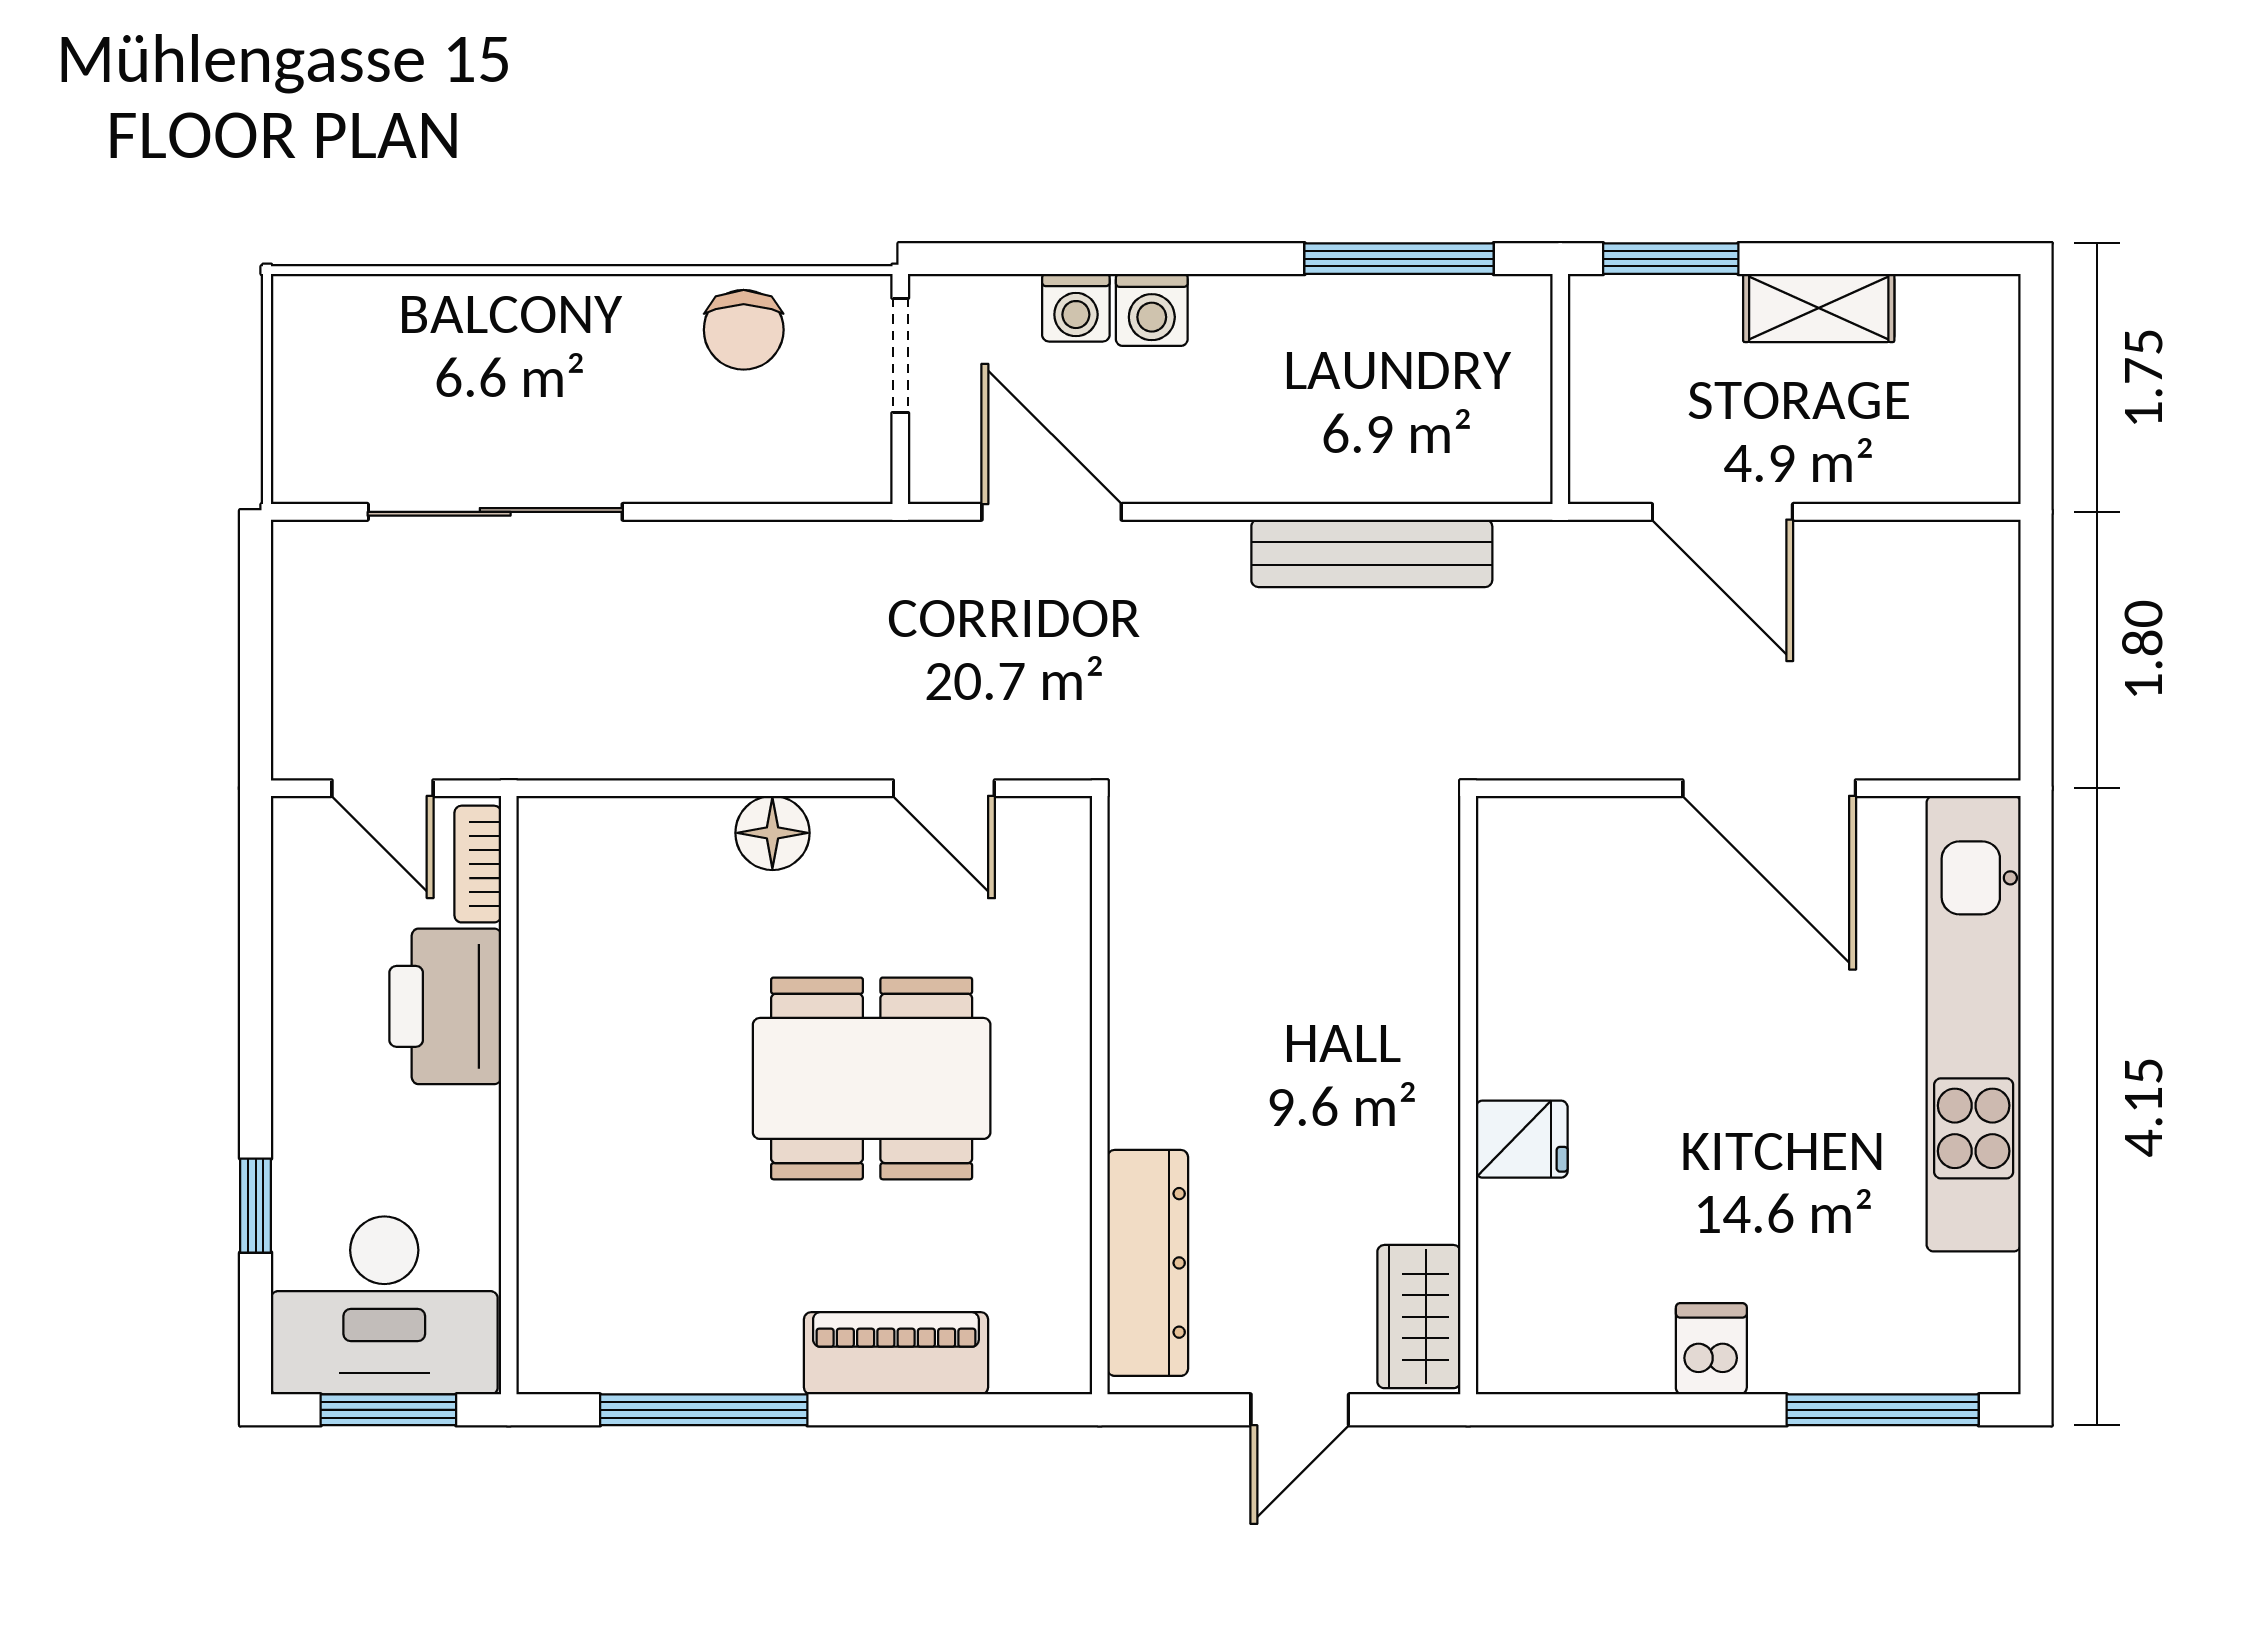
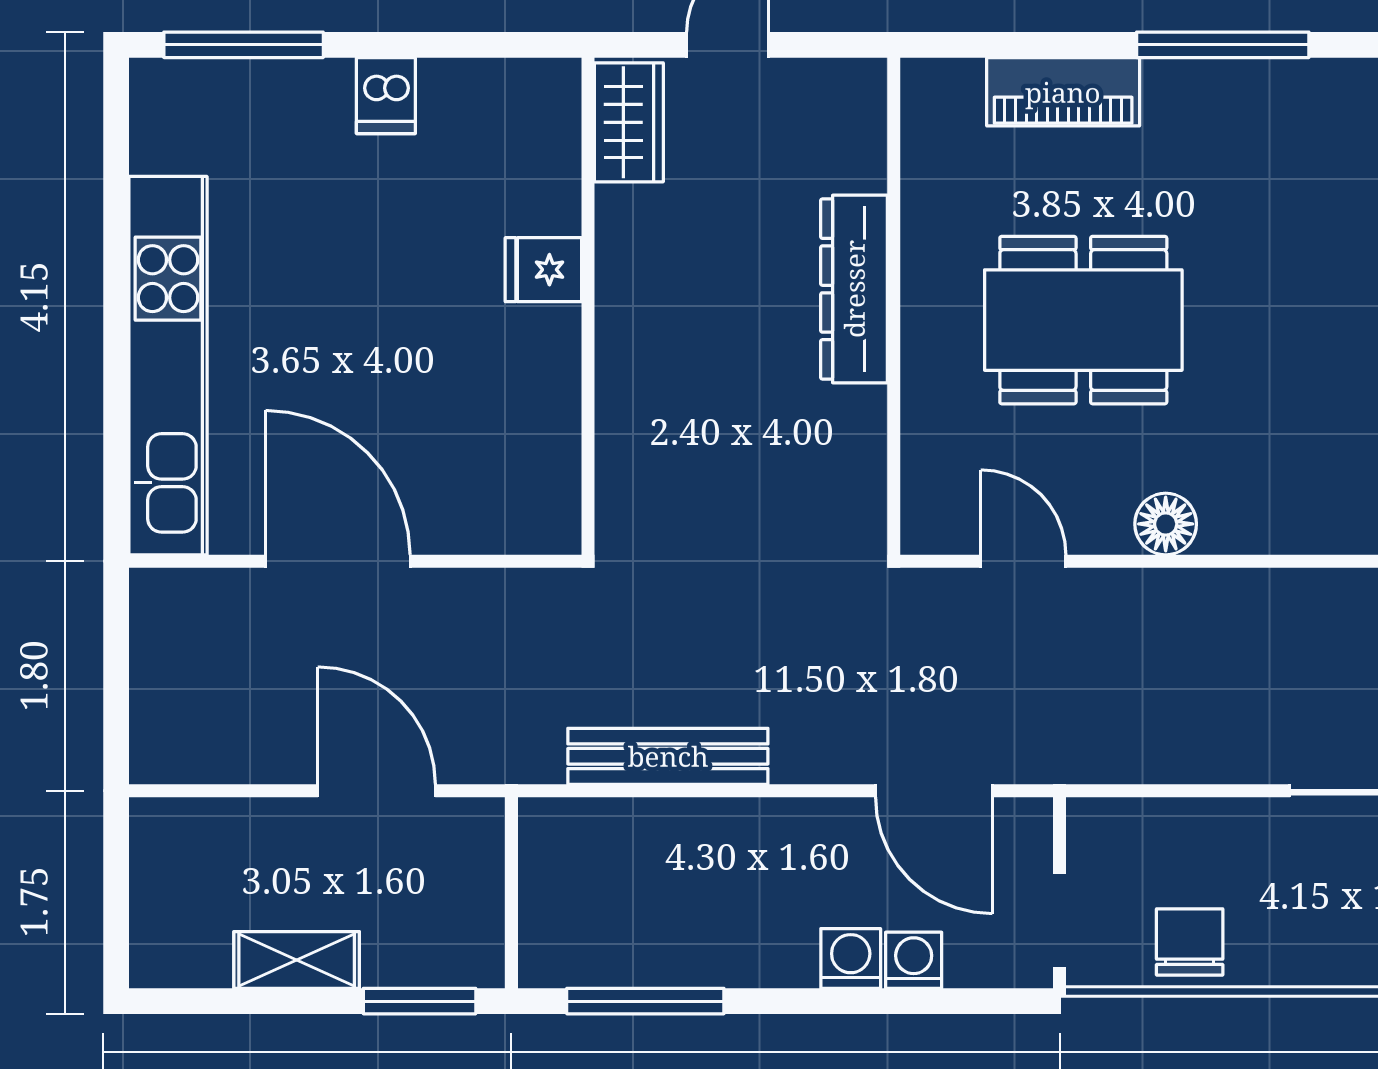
dresser: (1148, 1263) -> (854, 289), moved

